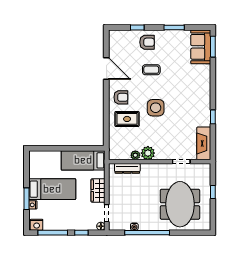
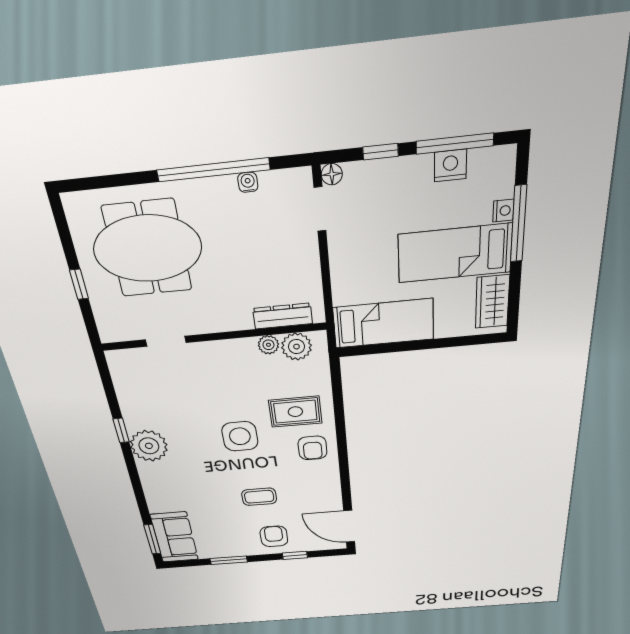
armchair: (147, 42) -> (274, 536), turned 90
door: (106, 69) -> (349, 526), moved
armchair: (121, 97) -> (312, 448), turned -90
plant: (201, 107) -> (149, 446), added
fireplace: (204, 143) -> (126, 381), removed
plant: (148, 153) -> (296, 347), moved
wardrobe: (98, 191) -> (492, 302), moved, turned 180
window: (26, 199) -> (519, 224), width x1.44
meeting table: (180, 204) -> (148, 249), turned 90
nightstand: (37, 225) -> (450, 166), moved

